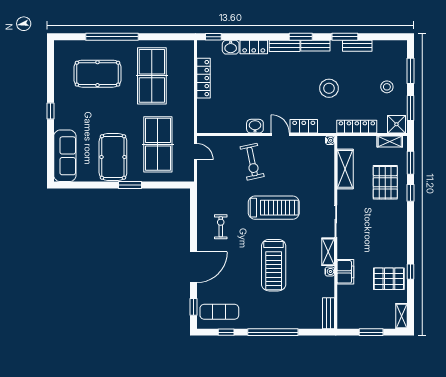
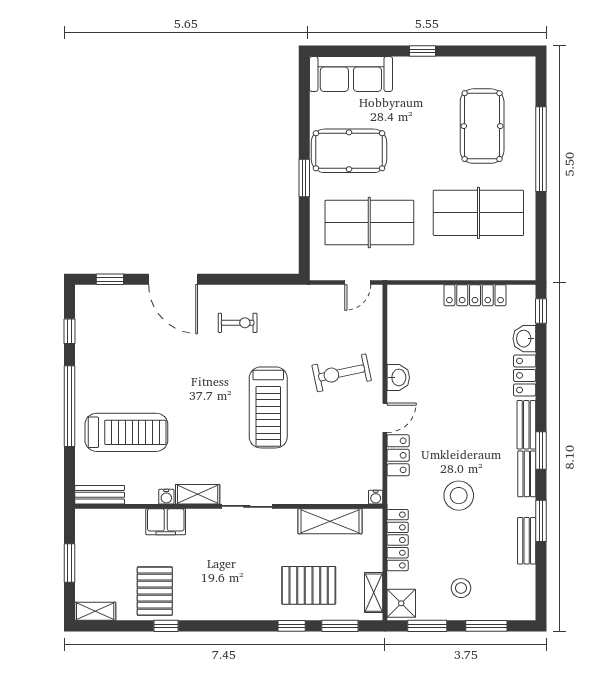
treadmill: (274, 265) -> (126, 432), moved, turned 180
exercise mat: (219, 312) -> (102, 321), removed

